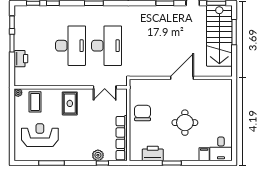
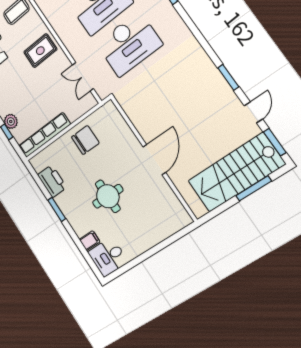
door: (182, 78) -> (154, 160), hinge flipped

